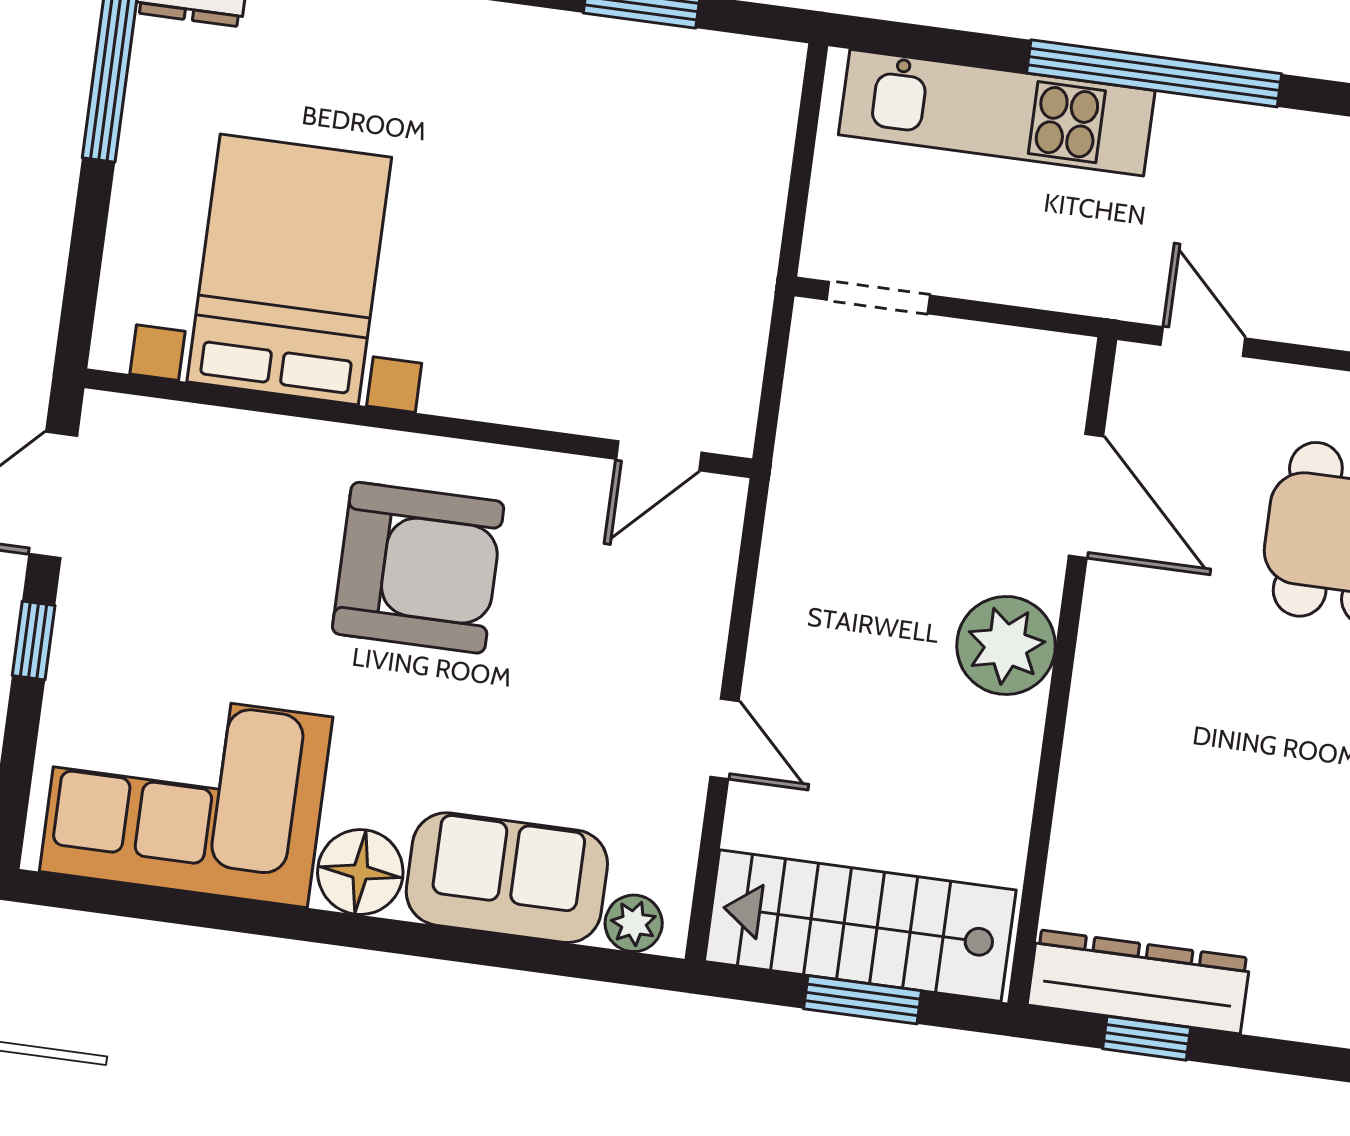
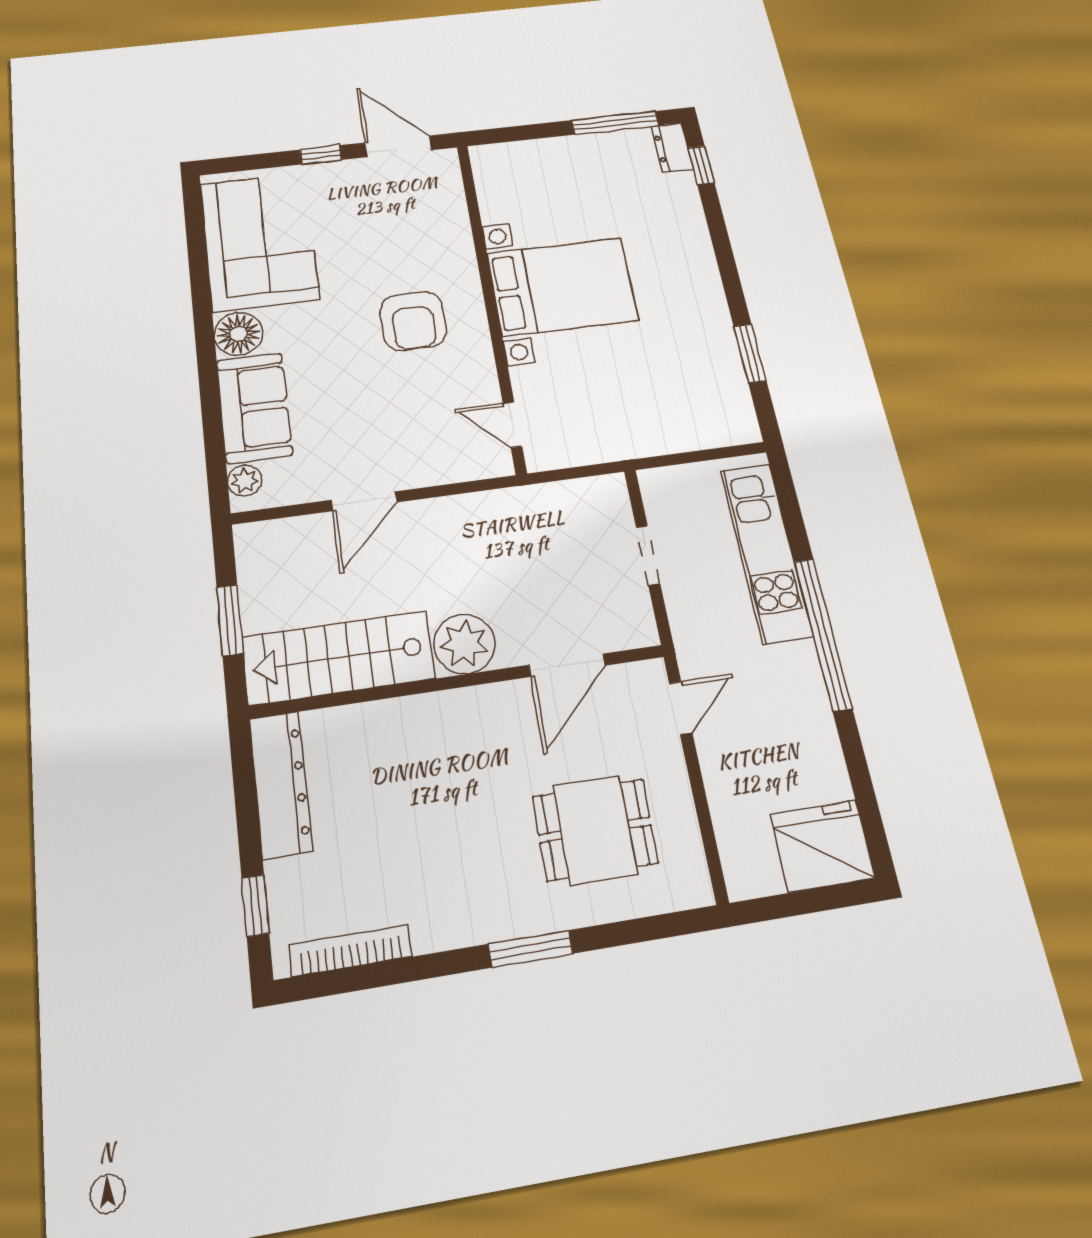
bed with nightstands: (289, 269) -> (562, 287), moved
doorway: (878, 298) -> (648, 555), moved
armchair: (418, 568) -> (413, 321), width x0.73, depth x0.73
door: (724, 739) -> (364, 501), width x1.38
stairs: (860, 926) -> (338, 658), moved, turned -90
window: (1147, 1038) -> (255, 906), moved

